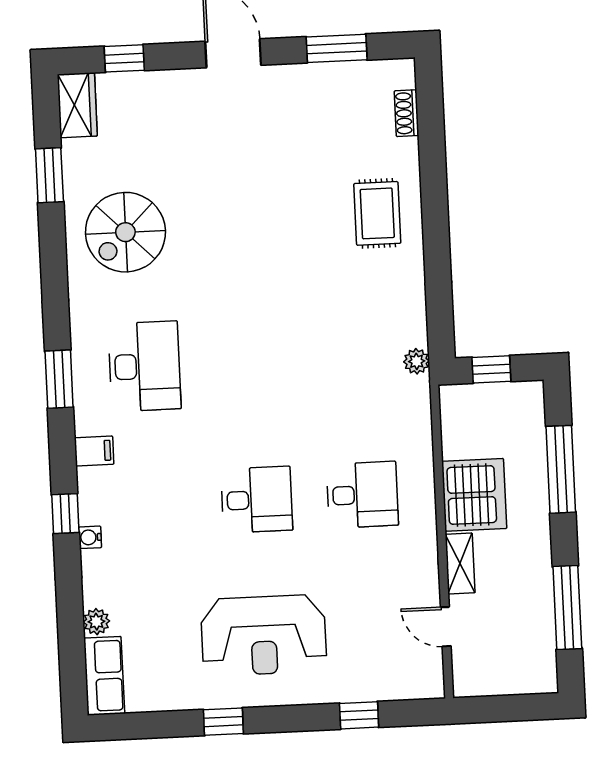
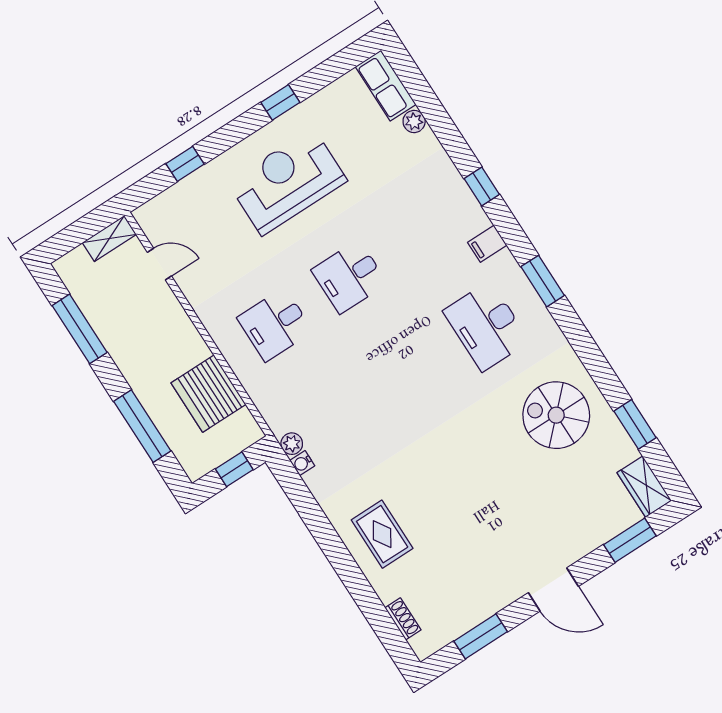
window: (124, 58) -> (630, 540), width x1.50
spiral stairs: (125, 232) -> (556, 415), turned -90
server rack: (474, 495) -> (208, 394), moved
water cooler: (90, 537) -> (302, 463), moved, turned 180
shelving: (460, 563) -> (109, 239), moved, turned 90

